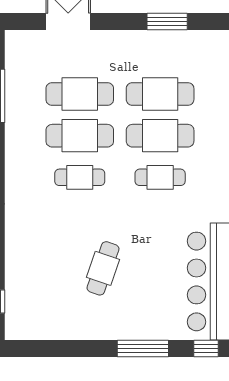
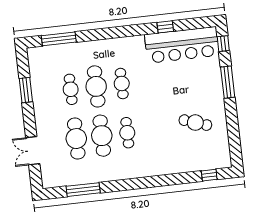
cafe table: (160, 94) -> (71, 89), width x0.73, depth x0.74
cafe table: (103, 268) -> (195, 123), moved

